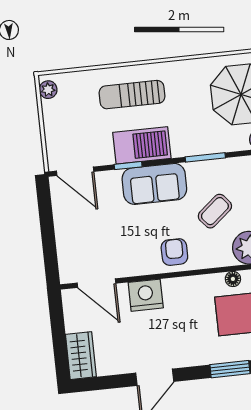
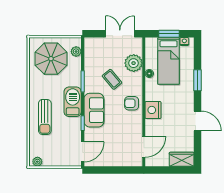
barbecue: (142, 145) -> (73, 102), moved
nightstand: (146, 295) -> (153, 110), moved

